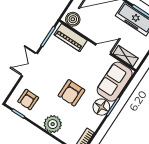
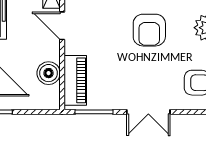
boiler: (73, 19) -> (49, 73), moved
armchair: (71, 93) -> (149, 30), turned 90

